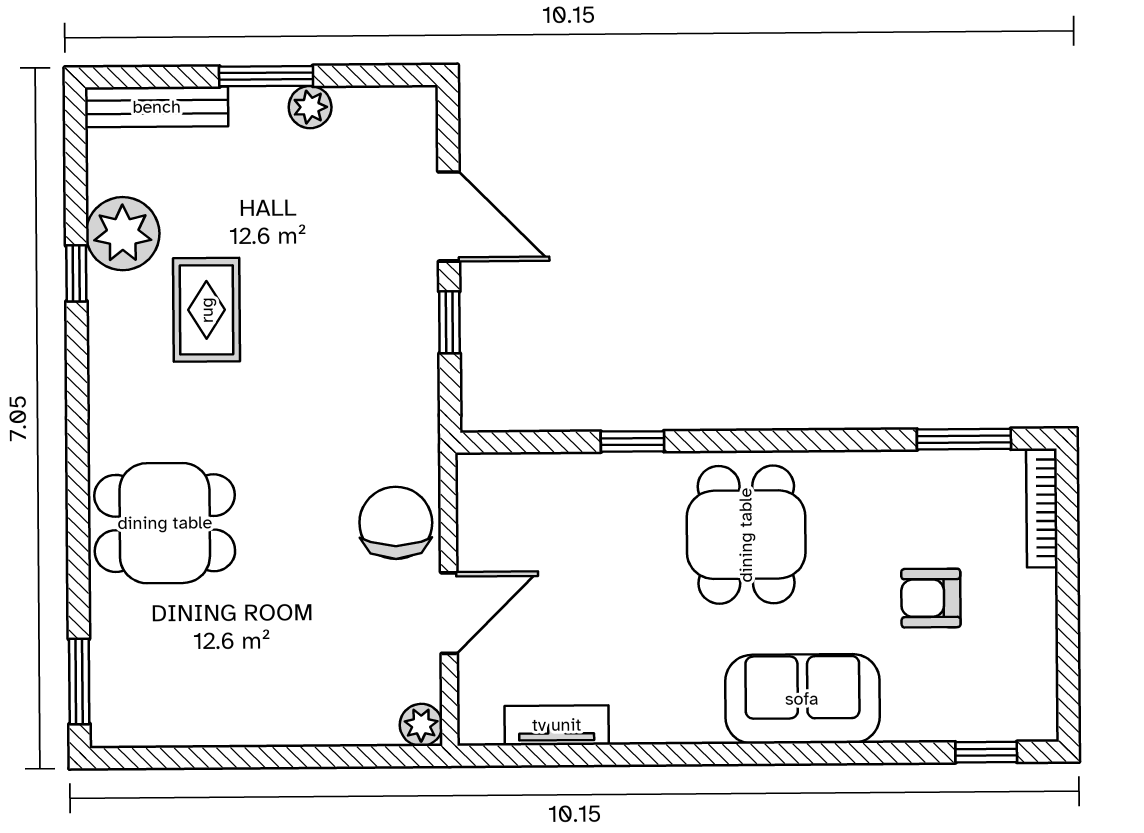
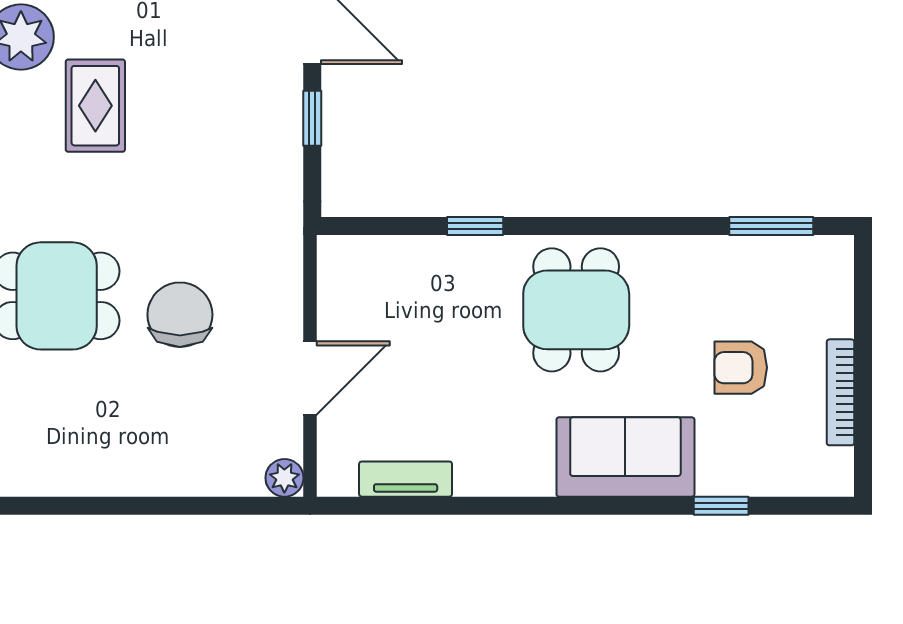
bookcase: (1042, 508) -> (840, 392), moved
chair: (396, 523) -> (180, 315), moved
window: (986, 752) -> (721, 506), moved

